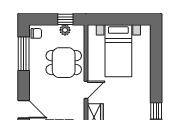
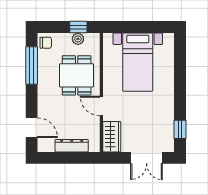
dining table: (64, 63) -> (77, 75), turned 90
door: (86, 90) -> (101, 106), swing flipped

